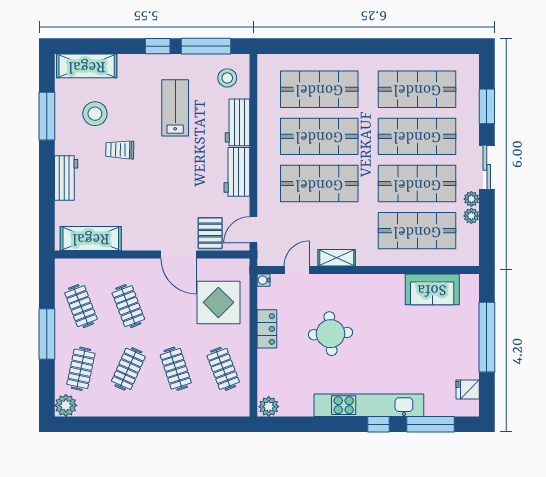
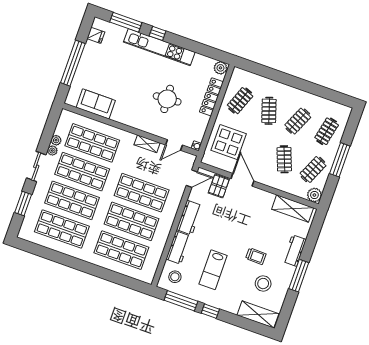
window: (47, 116) -> (299, 276), moved
clothes rail: (81, 306) -> (313, 169), turned 45
locker: (267, 329) -> (211, 97), moved, width x1.53
clothes rail: (223, 369) -> (240, 101), turned 42
plant: (66, 405) -> (314, 195), moved

